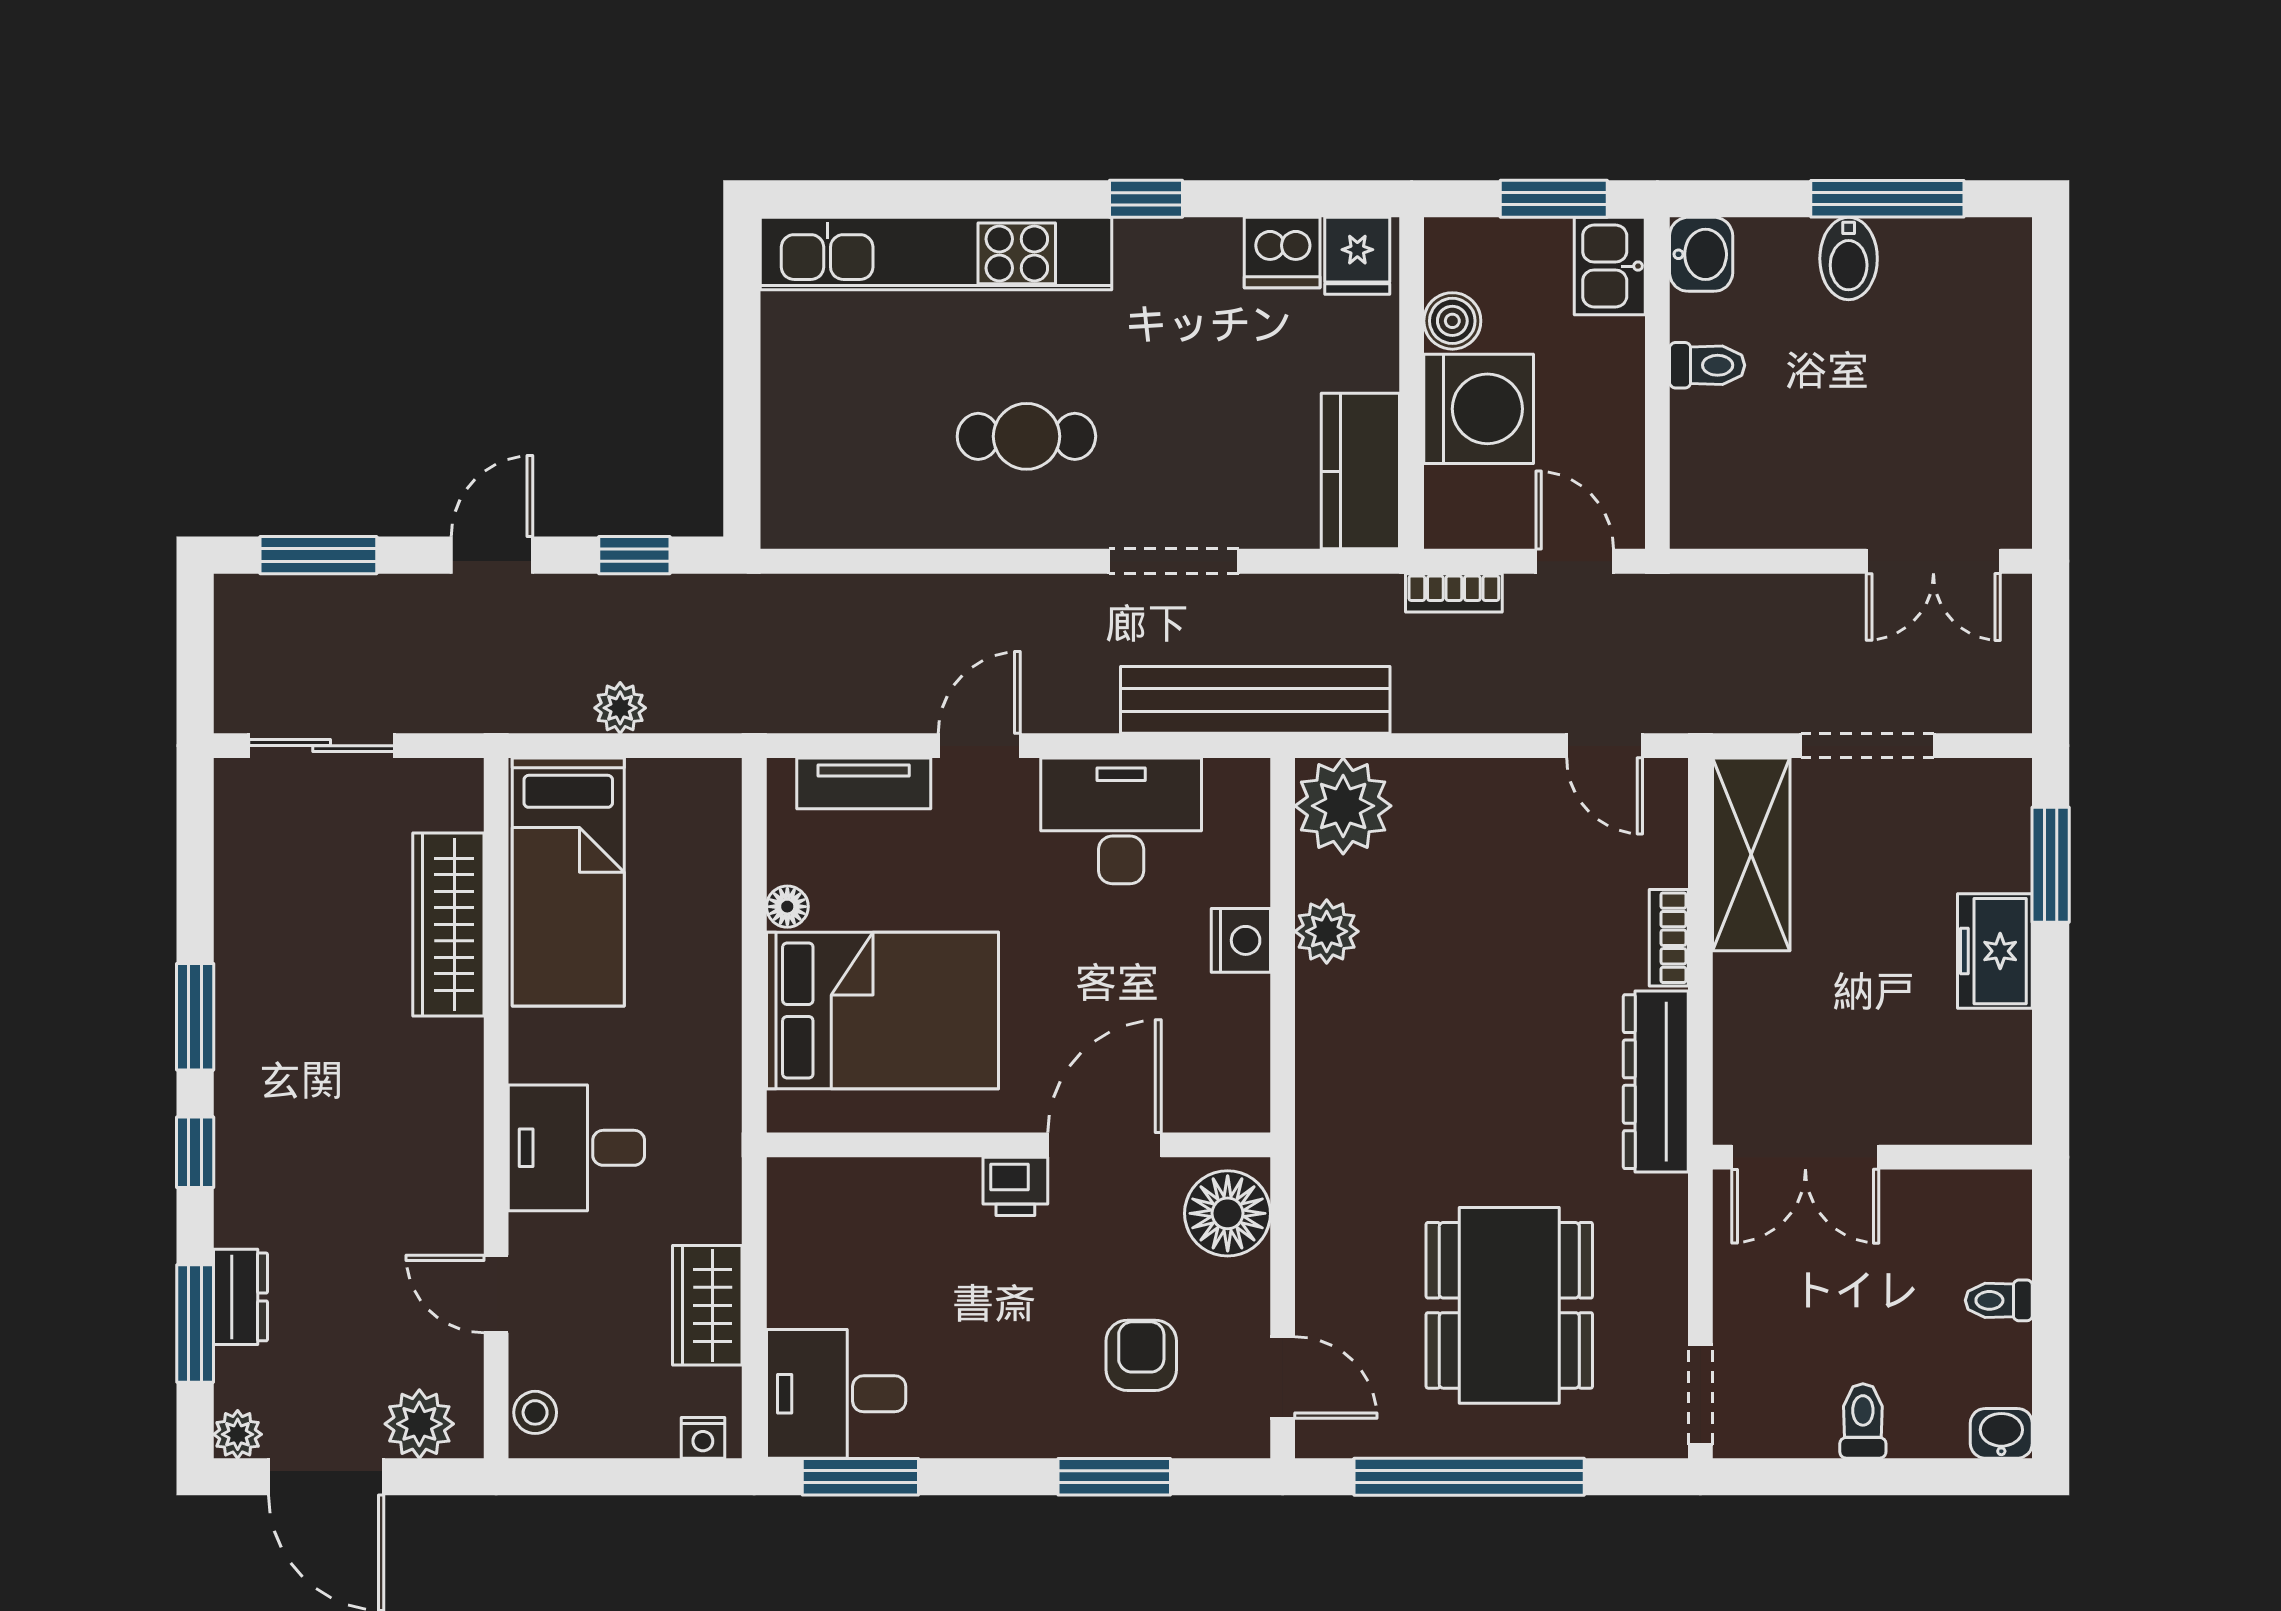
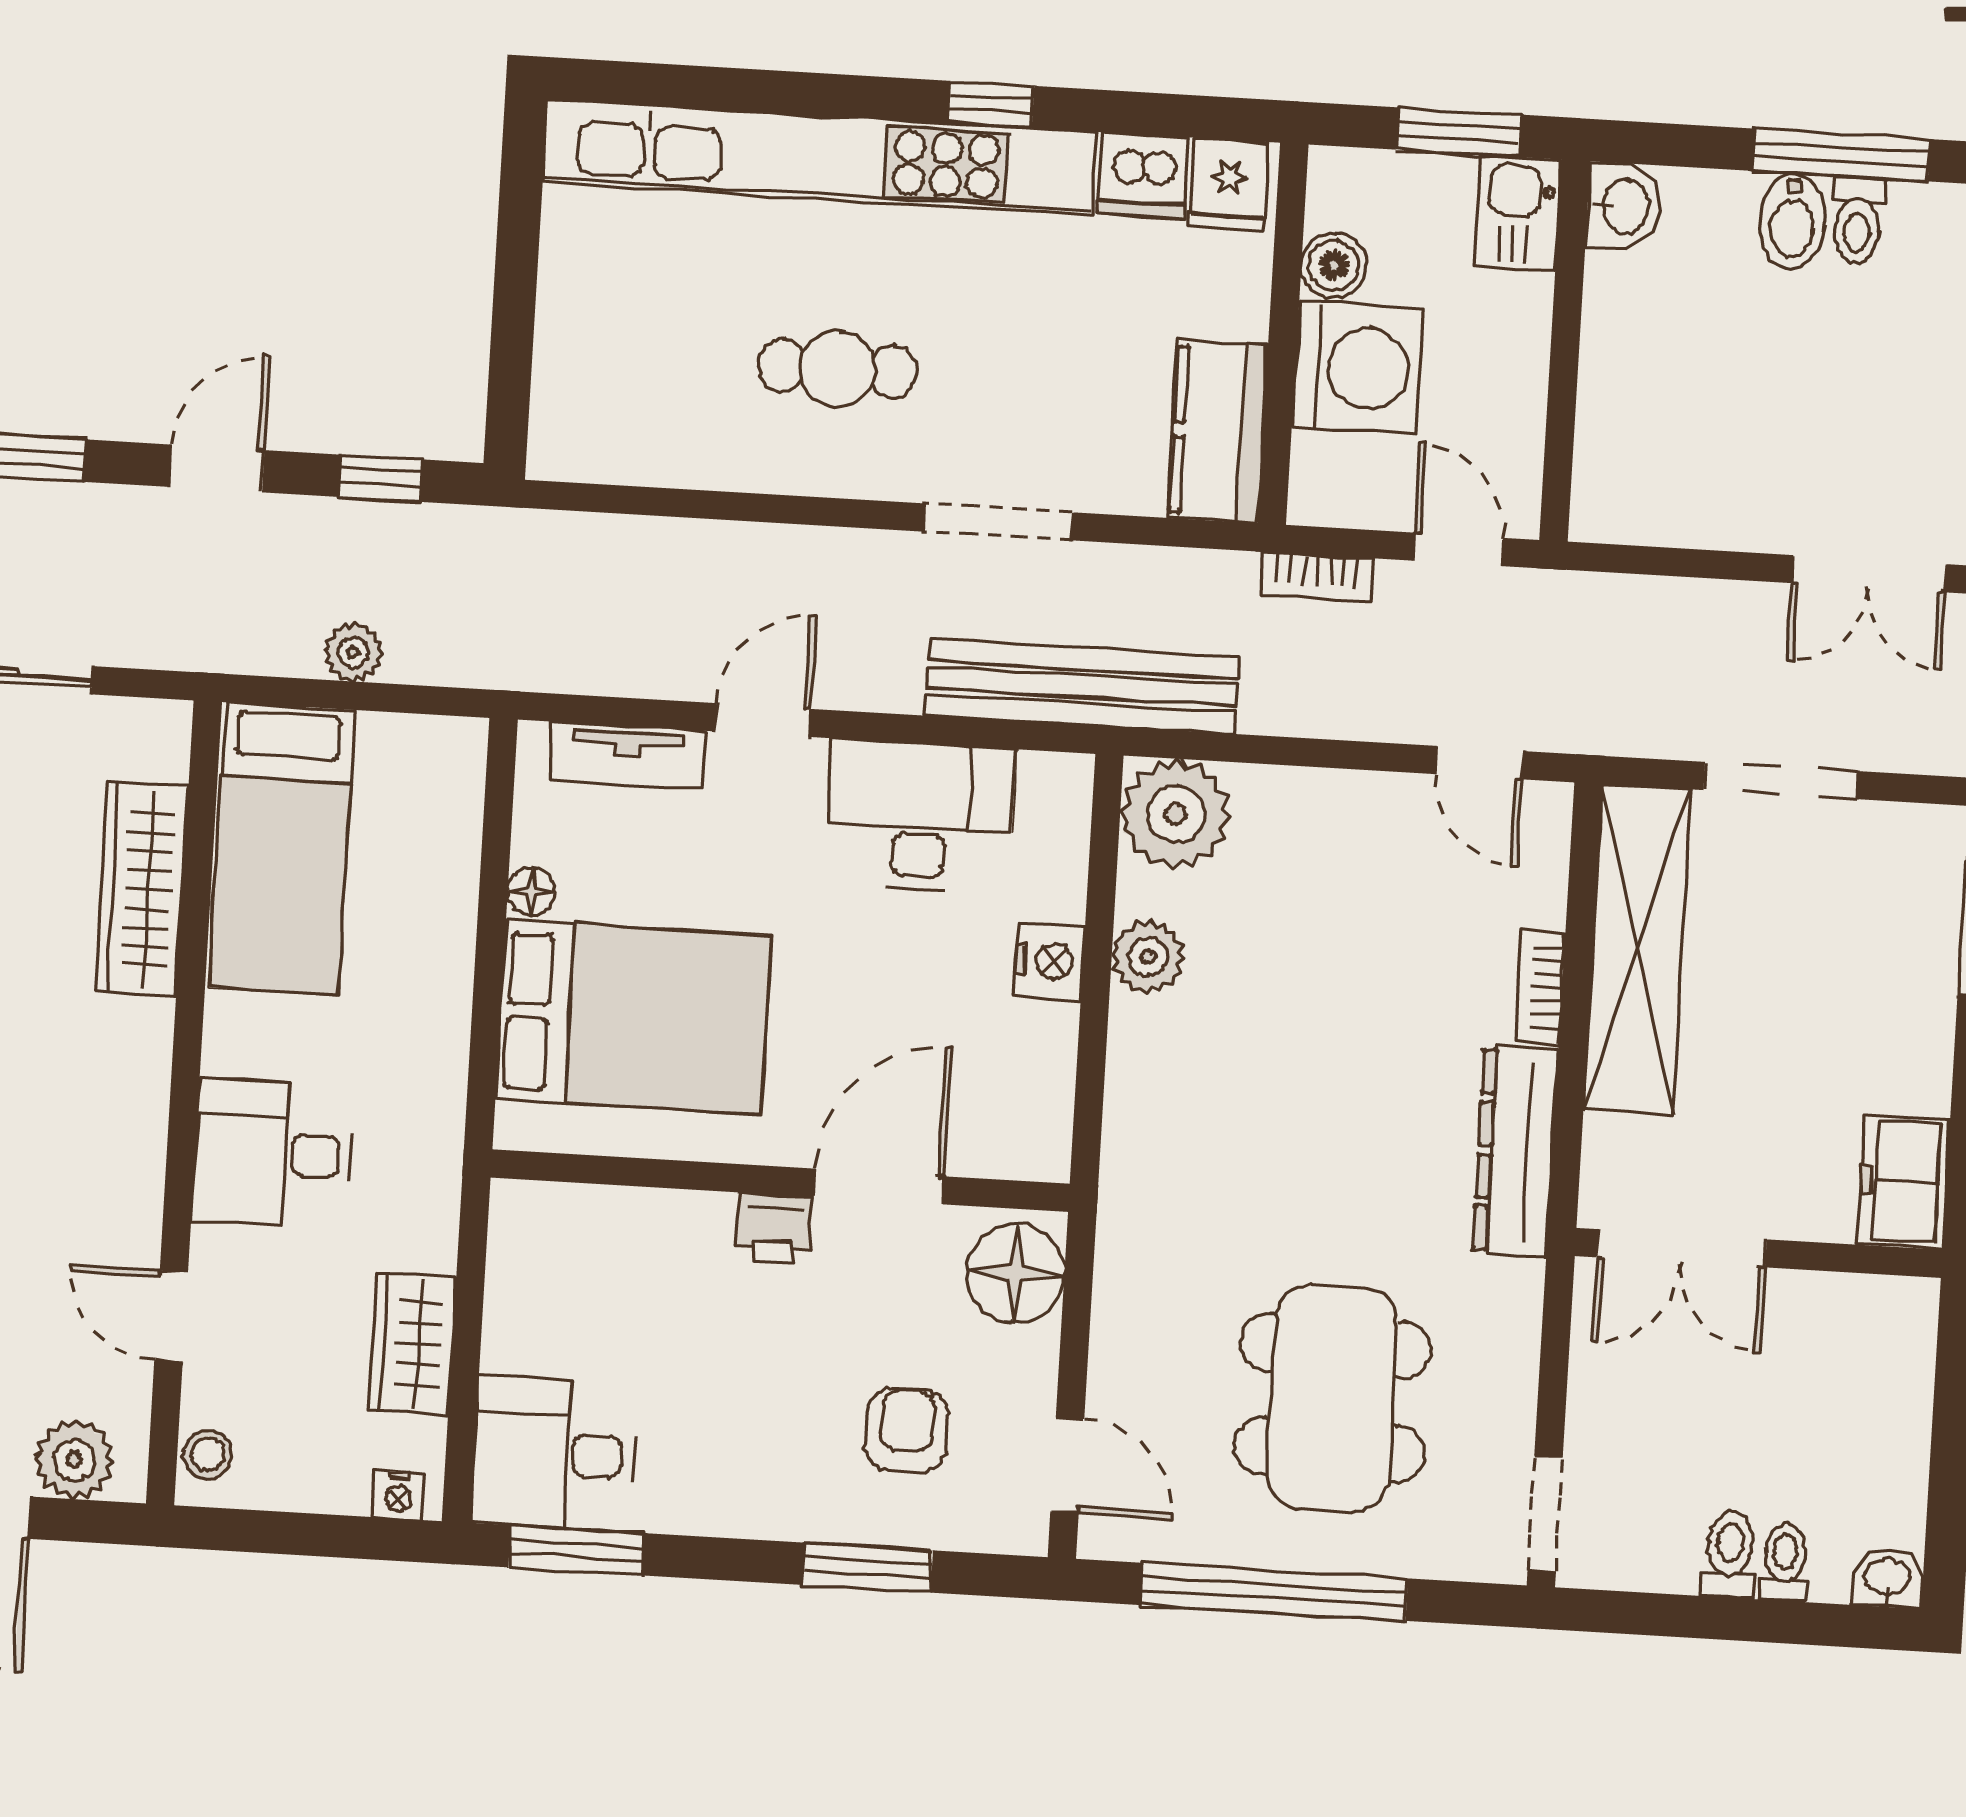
kitchen unit: (936, 253) -> (820, 157), width x1.36
toilet: (1707, 365) -> (1857, 220), moved, turned 90
shelving: (1751, 854) -> (1637, 949), width x1.47
freezer: (1995, 951) -> (1904, 1181), moved
toilet: (1999, 1300) -> (1785, 1562), moved, turned 90

